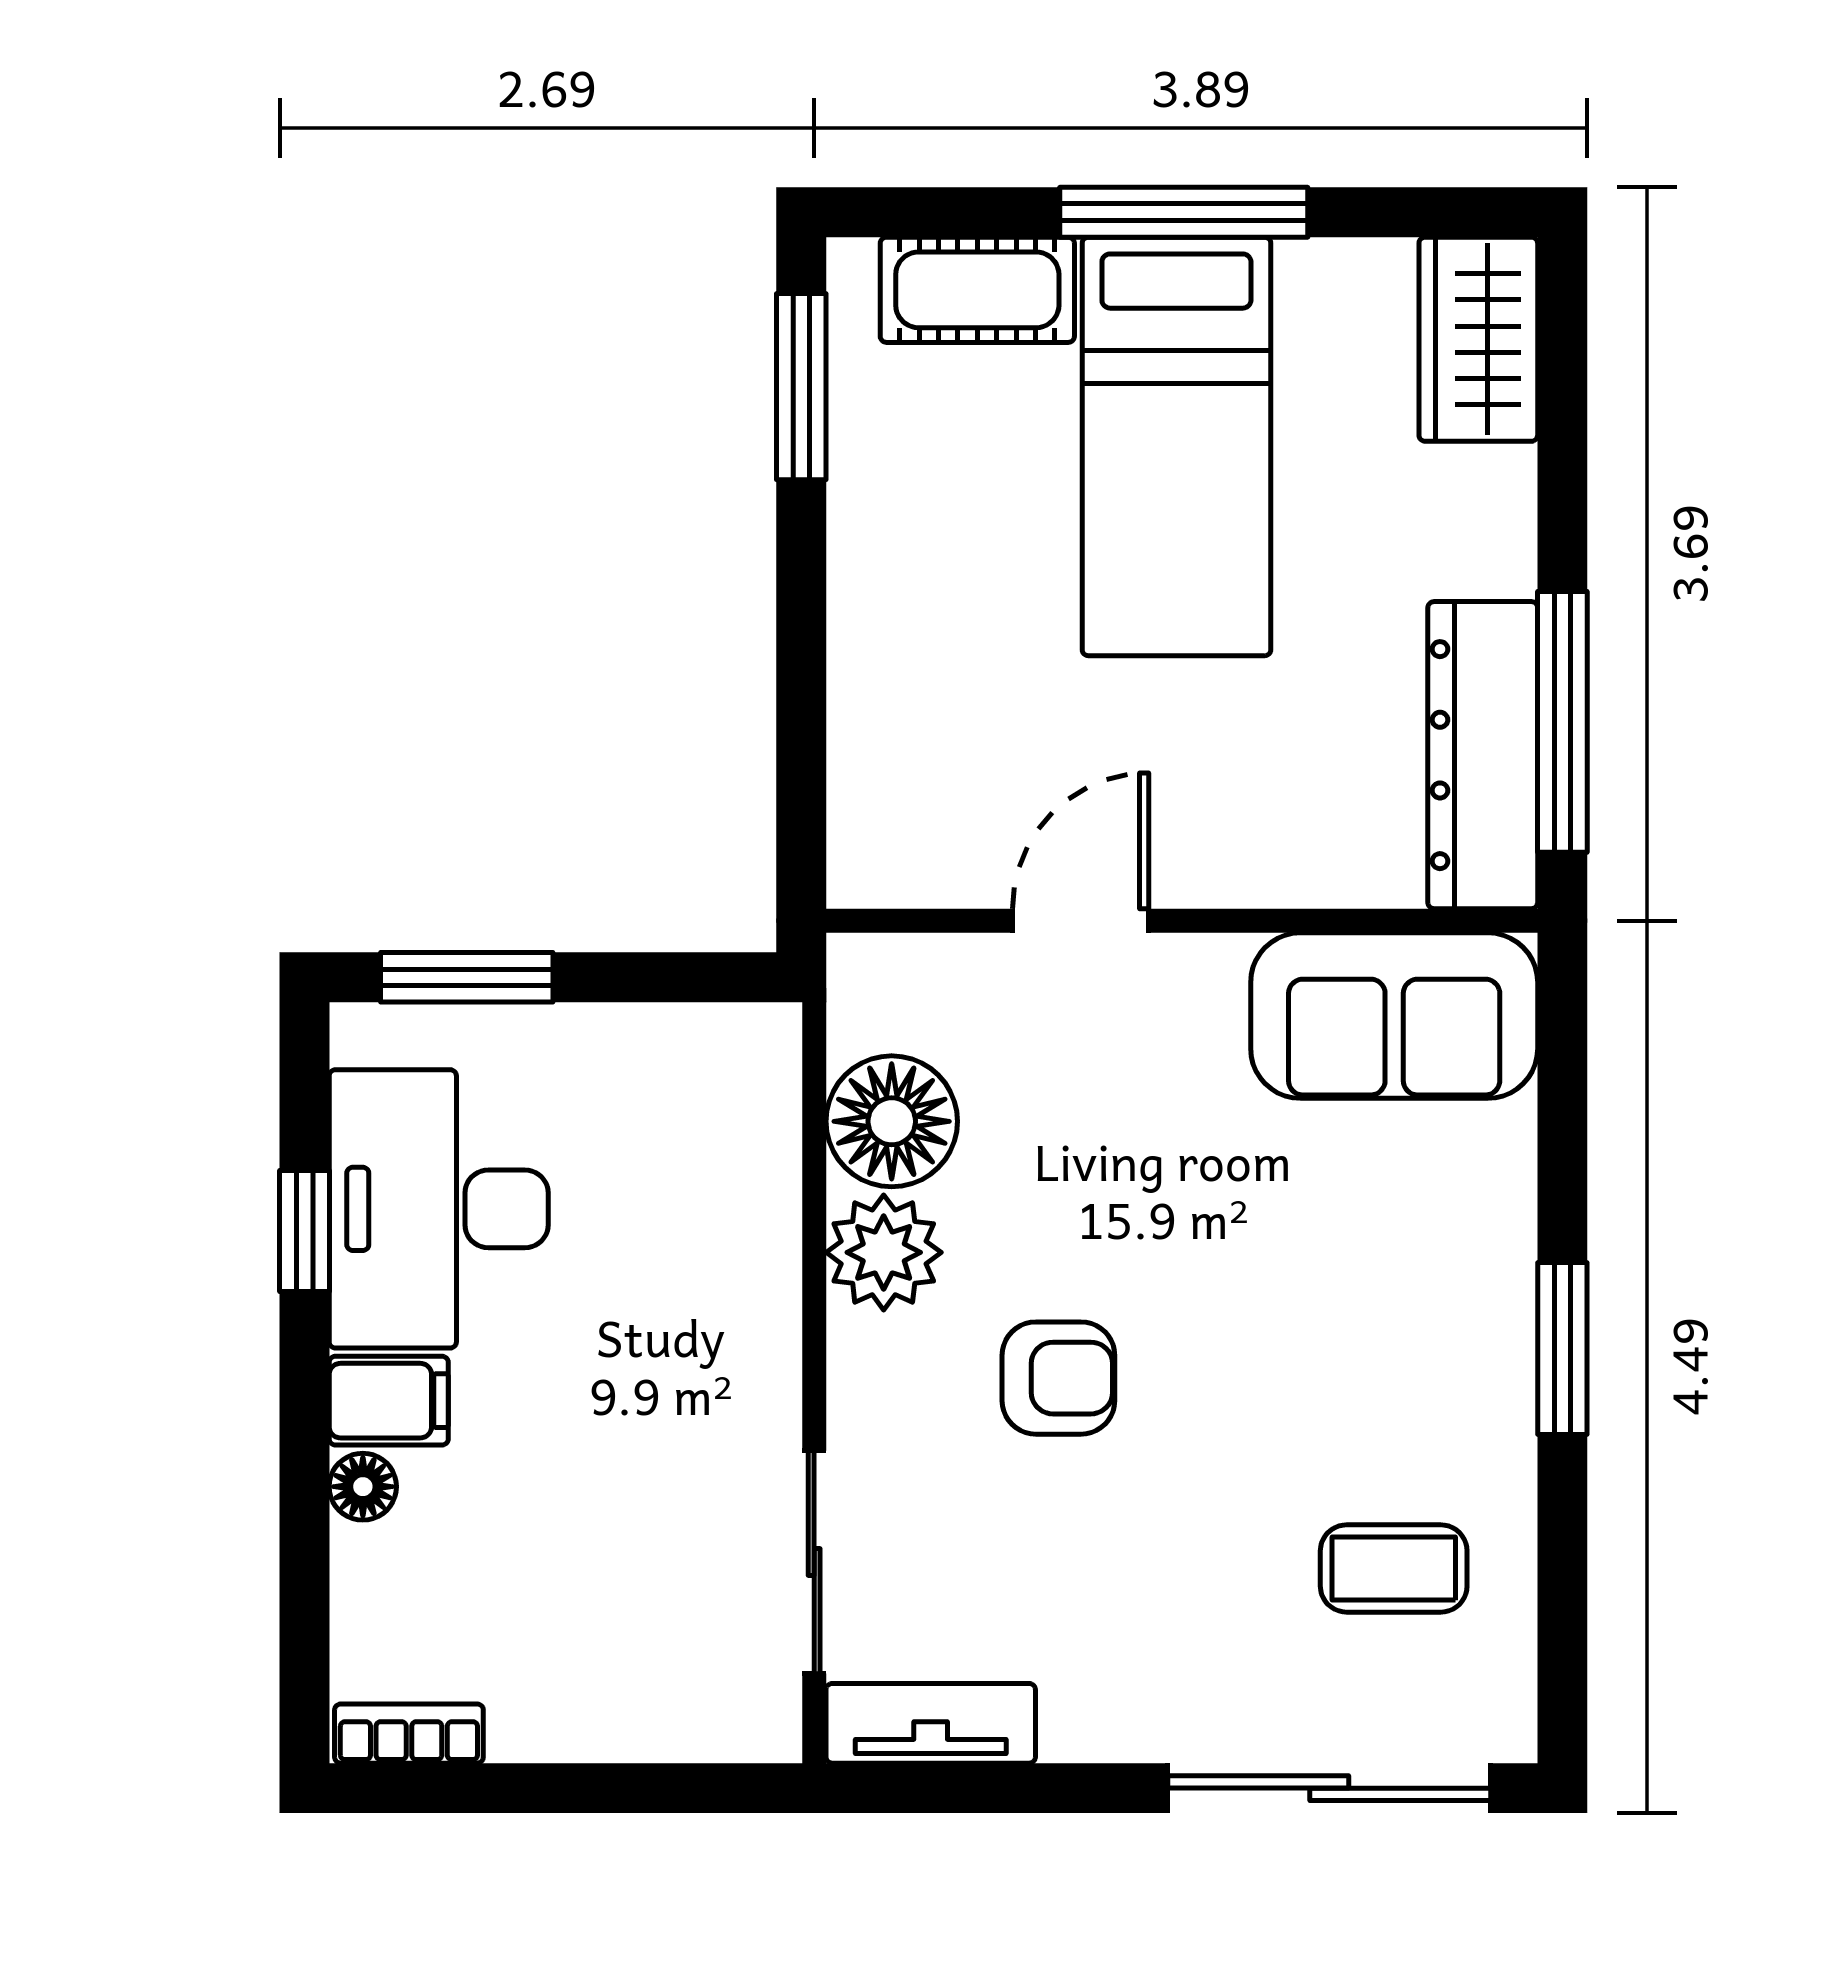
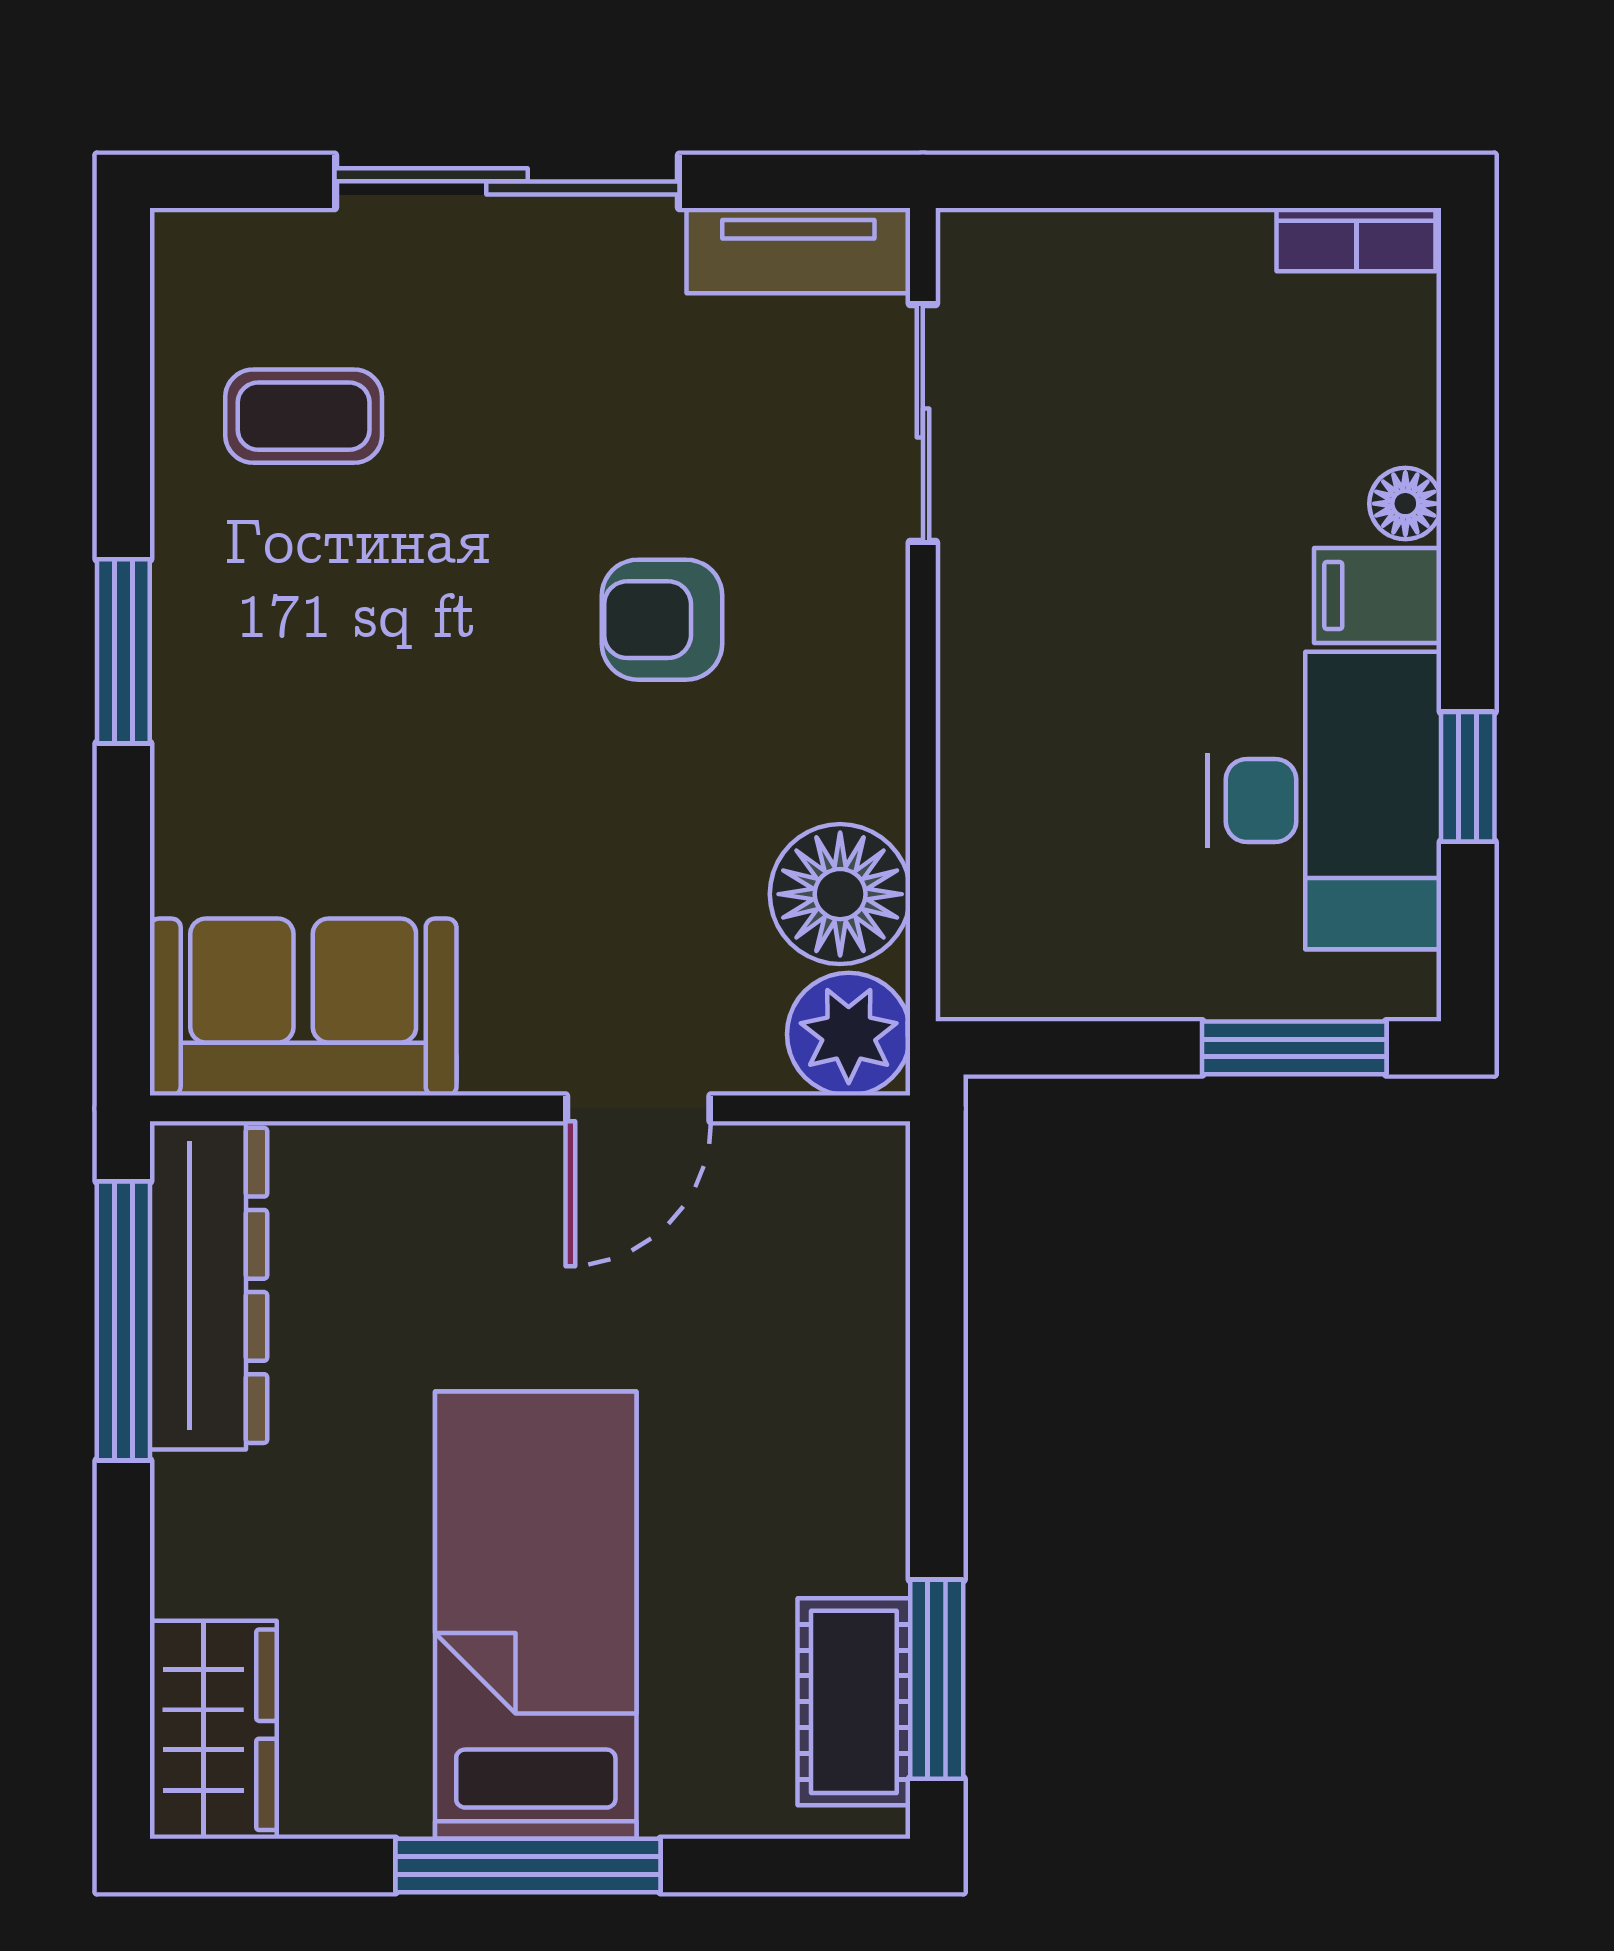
cot: (977, 290) -> (854, 1702), moved, turned 90
plant: (884, 1252) -> (849, 1034), moved
sliding door: (1329, 1788) -> (507, 181), moved

